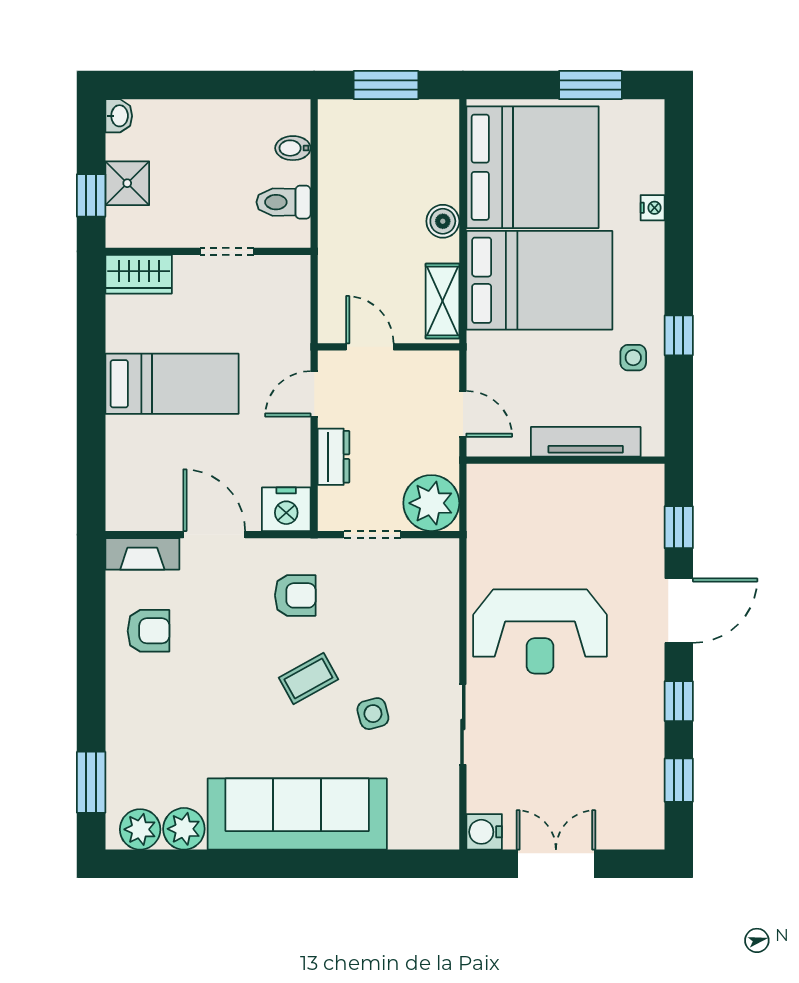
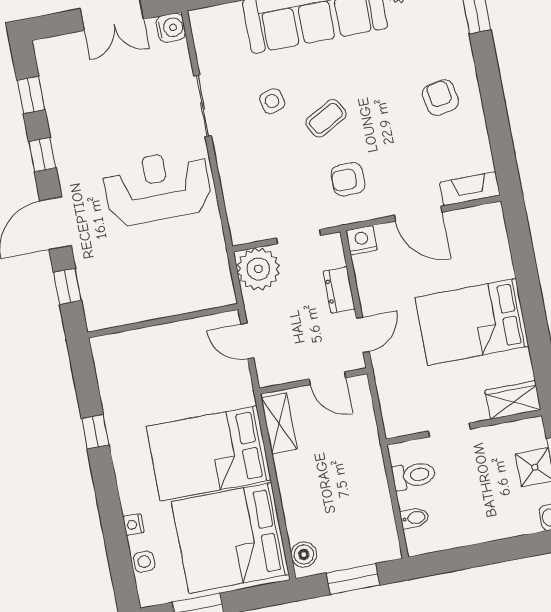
boiler: (443, 221) -> (304, 554), moved
side table: (633, 358) -> (144, 562), moved
bed: (172, 384) -> (472, 322), width x1.50
tv unit: (586, 442) -> (150, 338), removed
nightstand: (286, 509) -> (362, 240), width x0.74, depth x0.75
armchair: (148, 631) -> (440, 98), moved, turned 80

